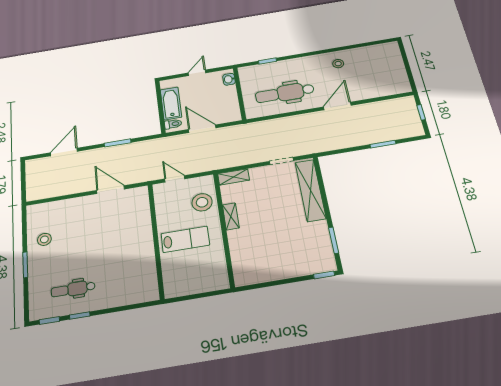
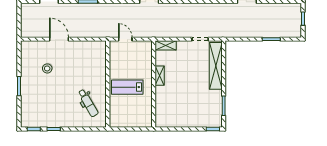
door: (111, 190) -> (59, 39), moved
stool: (202, 202) -> (142, 61), removed
stool: (44, 239) -> (47, 68), moved
lab bench: (185, 239) -> (127, 87), turned 180
dental chair: (73, 289) -> (88, 103), moved, turned -120

